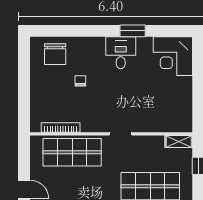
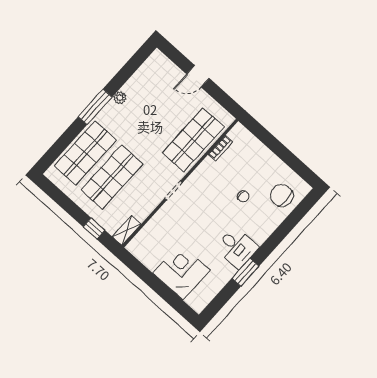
corner desk: (173, 56) -> (181, 271), moved
bookcase: (61, 128) -> (221, 148), width x0.64

